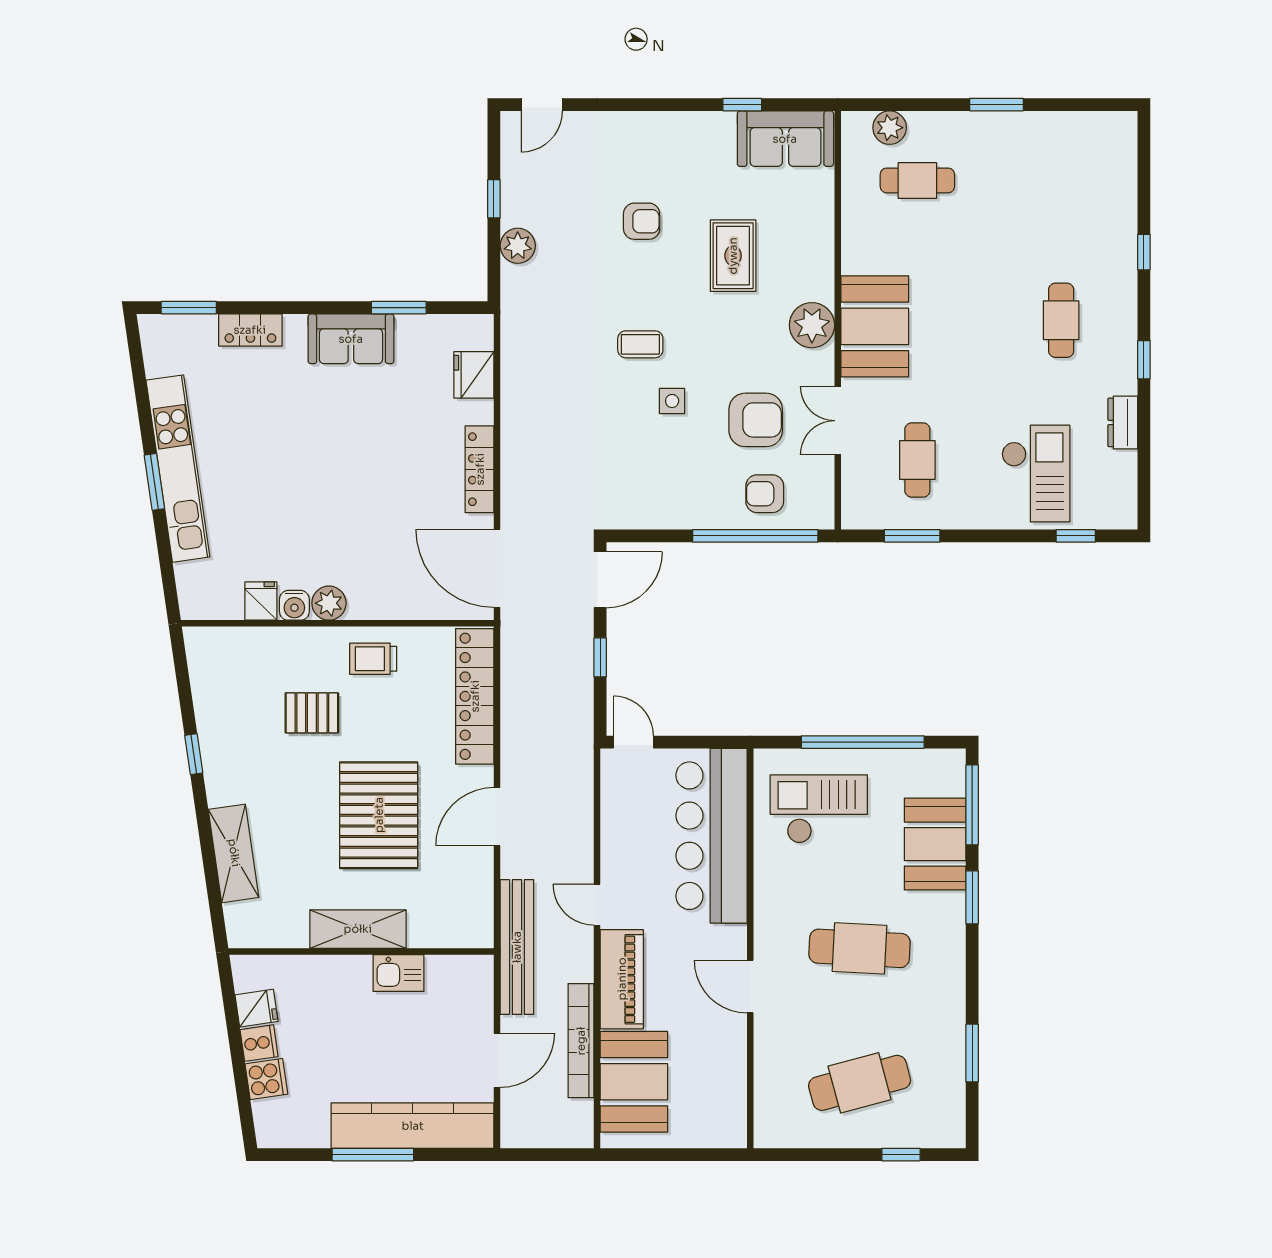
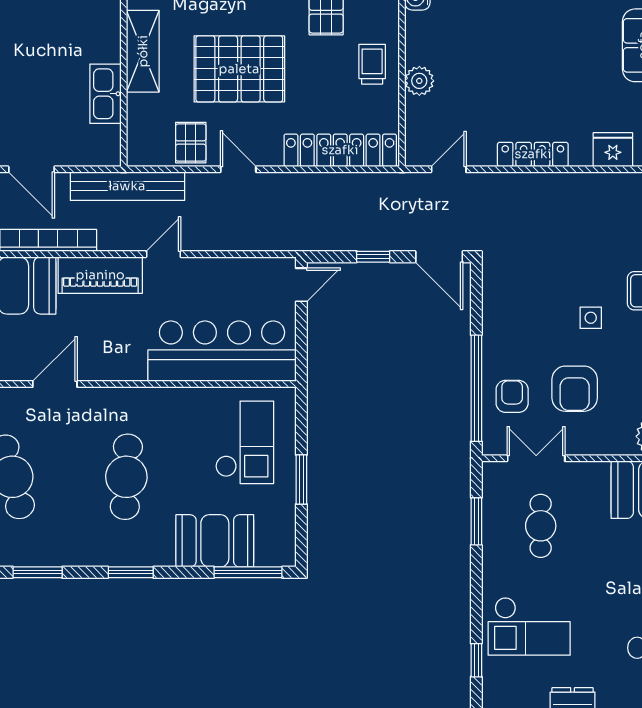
double door: (838, 421) -> (536, 458), moved
cafe table: (917, 460) -> (541, 526), turned 90
door: (497, 568) -> (449, 169), width x0.53
plant: (329, 603) -> (419, 81), moved
window: (863, 742) -> (301, 479), width x0.47
door: (497, 817) -> (238, 169), width x0.73
pallet: (466, 872) -> (191, 143), added
window: (972, 897) -> (131, 572), moved
kitchen sink: (399, 973) -> (105, 94), width x1.38
door: (750, 987) -> (55, 384), moved

